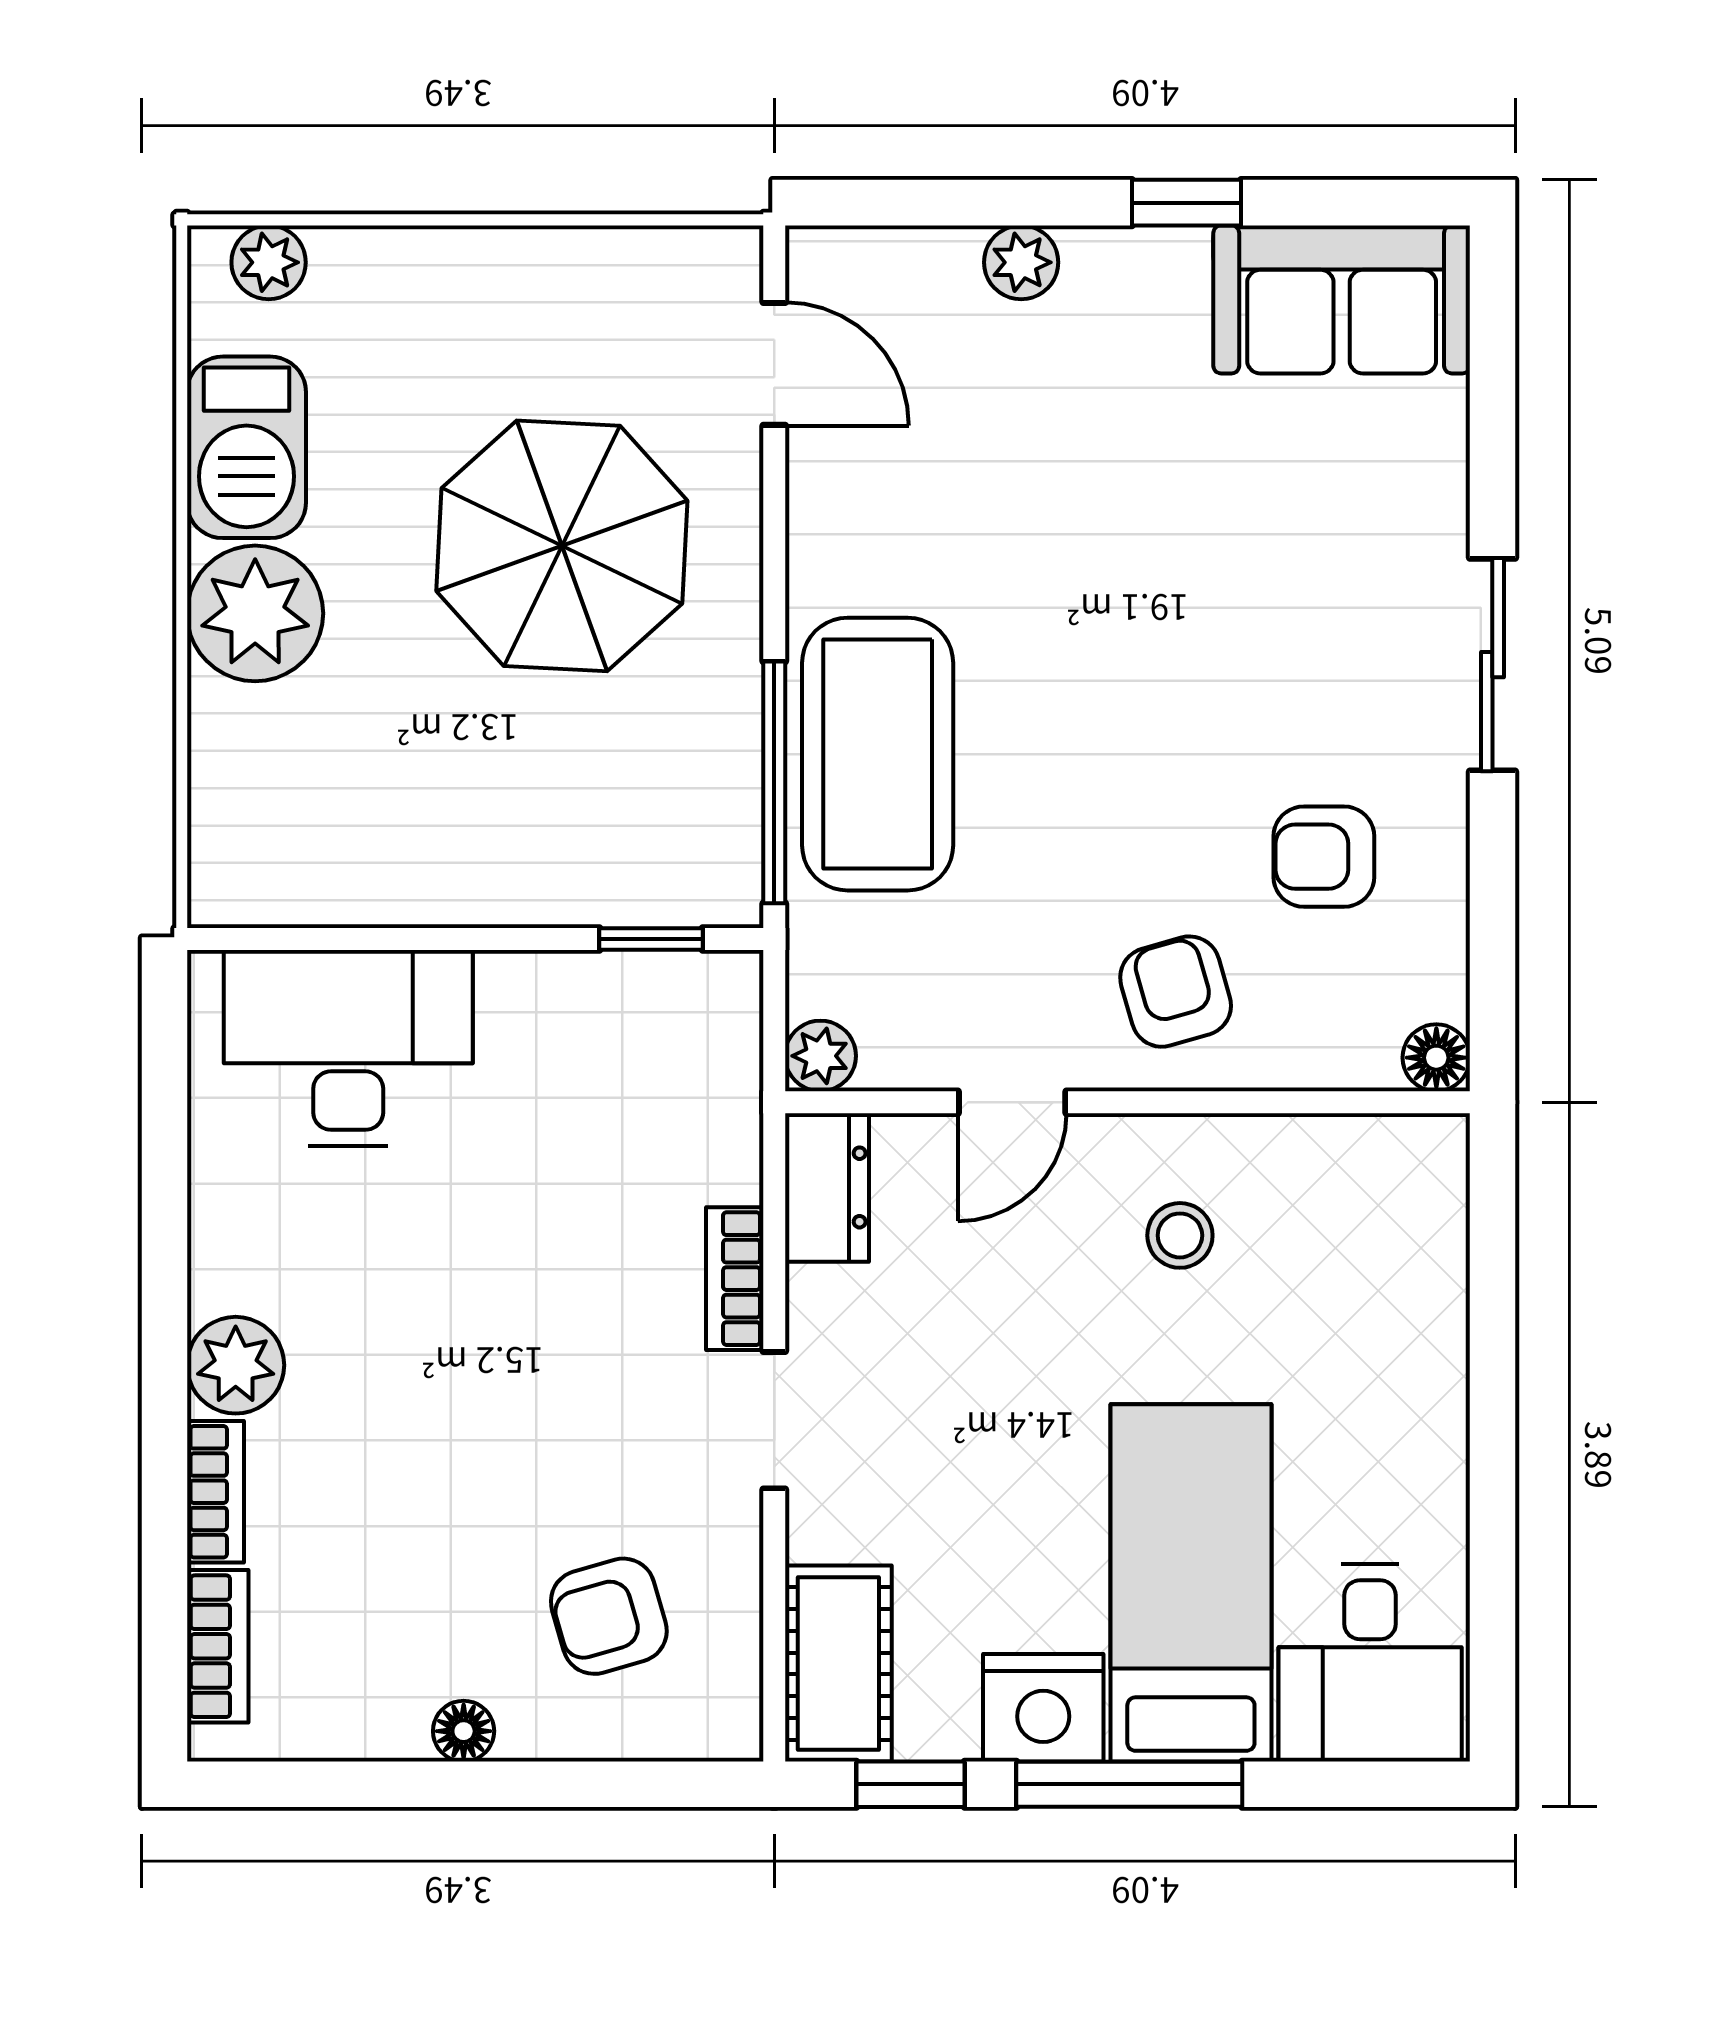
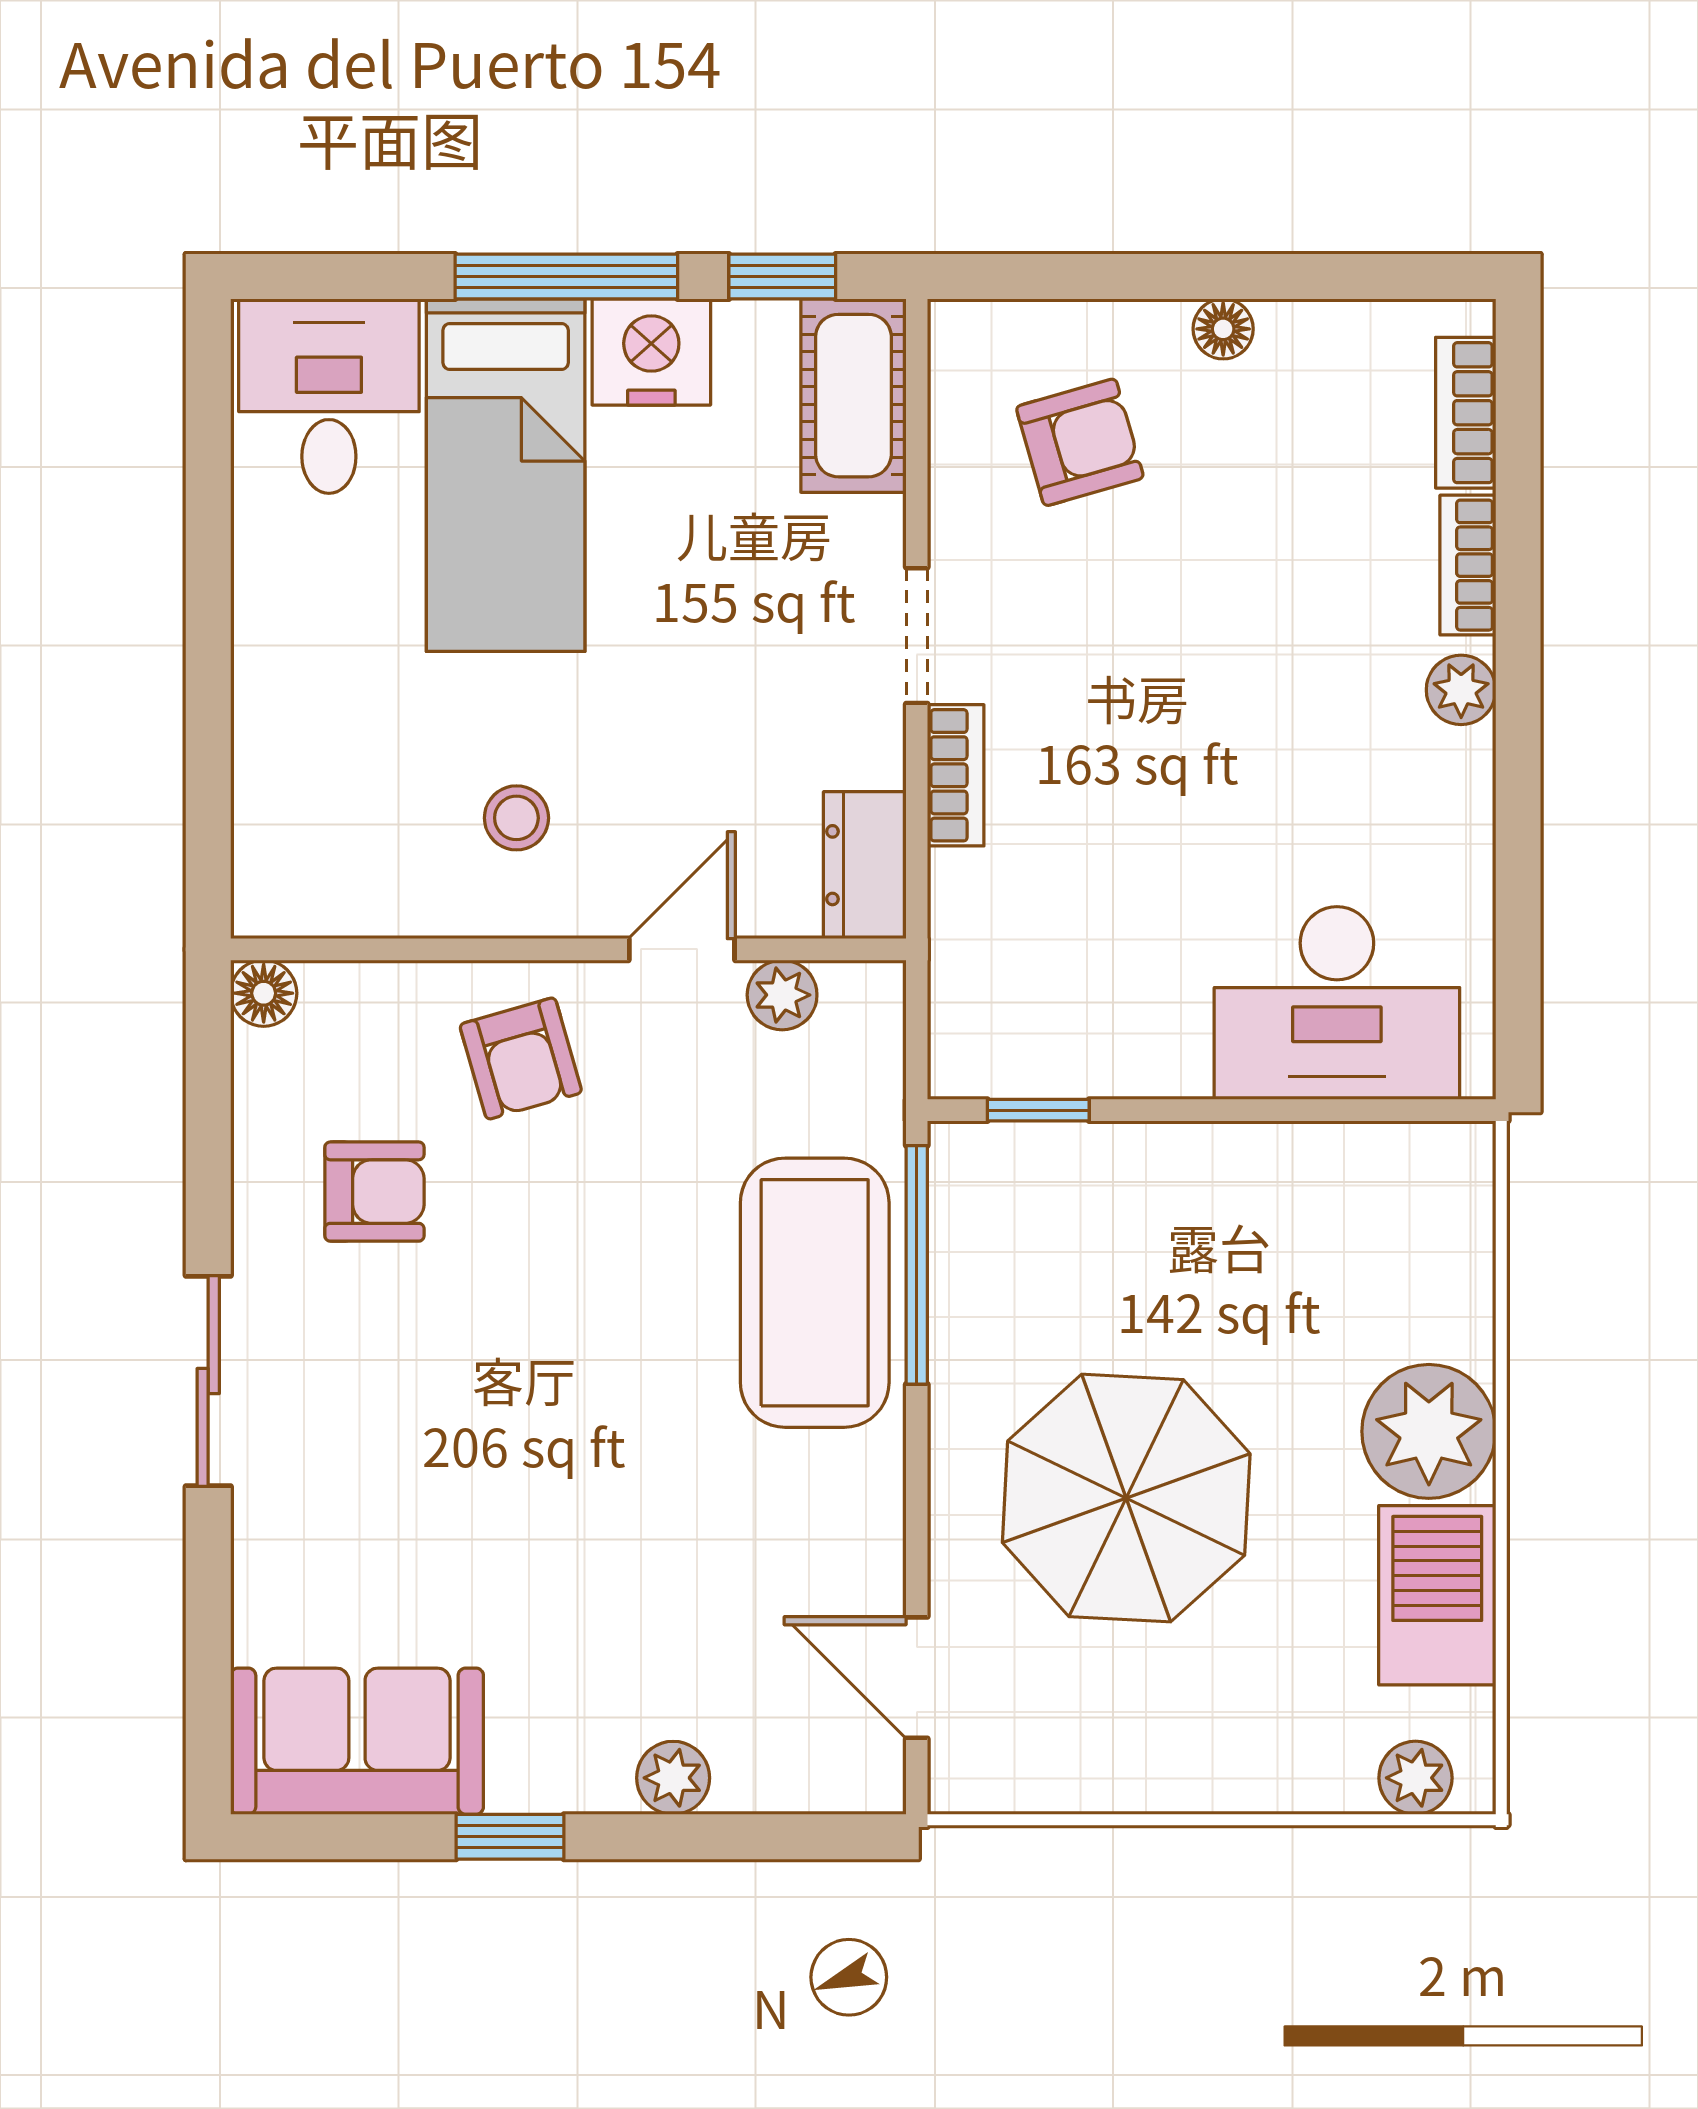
plant: (820, 1056) -> (782, 995), moved
plant: (236, 1365) -> (1461, 690), width x0.73, depth x0.73

